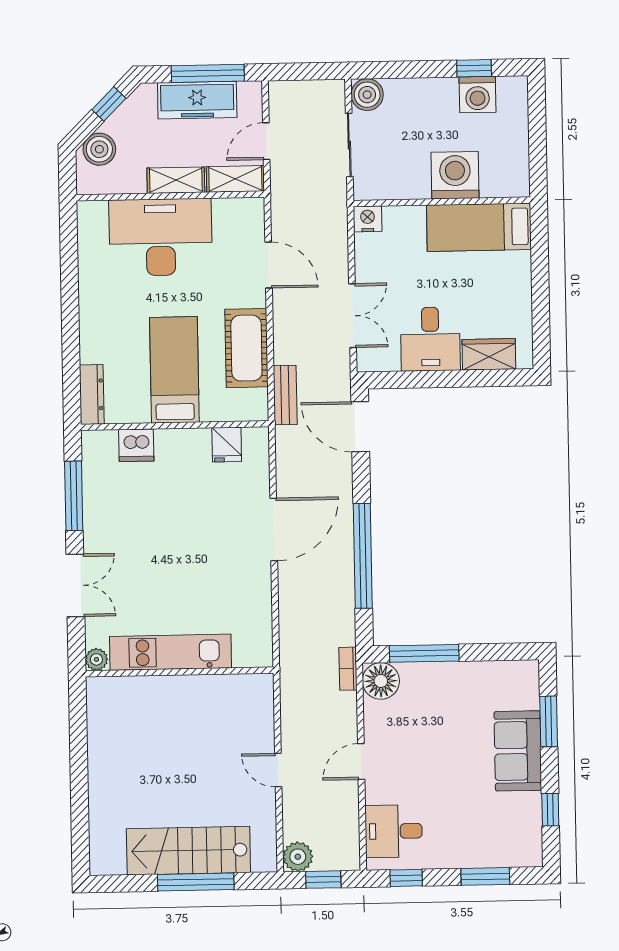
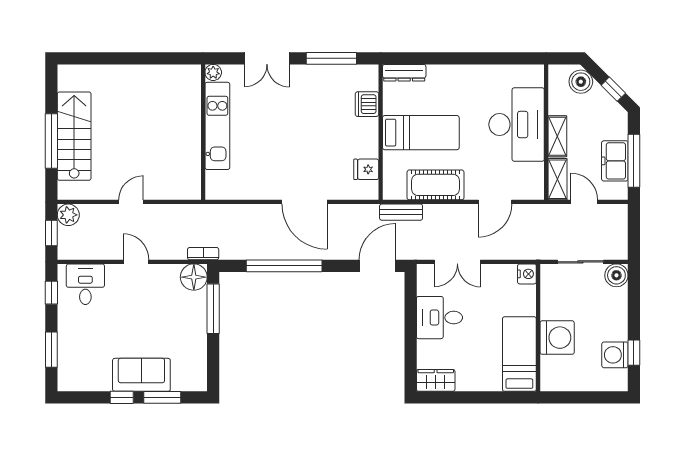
freezer: (197, 100) -> (615, 161), width x0.71
wardrobe: (489, 354) -> (436, 380), moved, turned -90
window: (550, 810) -> (122, 397), moved

